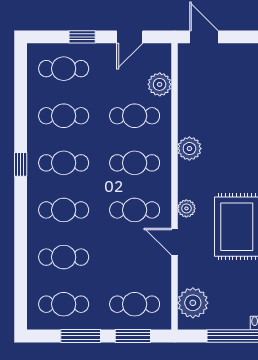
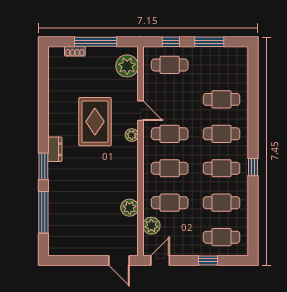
door: (130, 37) -> (160, 260), moved
plant: (189, 149) -> (130, 208), moved
cafe table: (64, 304) -> (221, 65), removed
window: (133, 336) -> (171, 42), width x0.67

